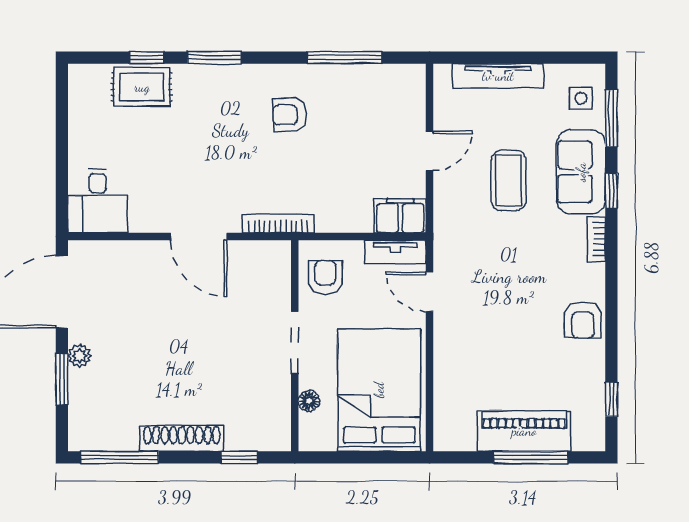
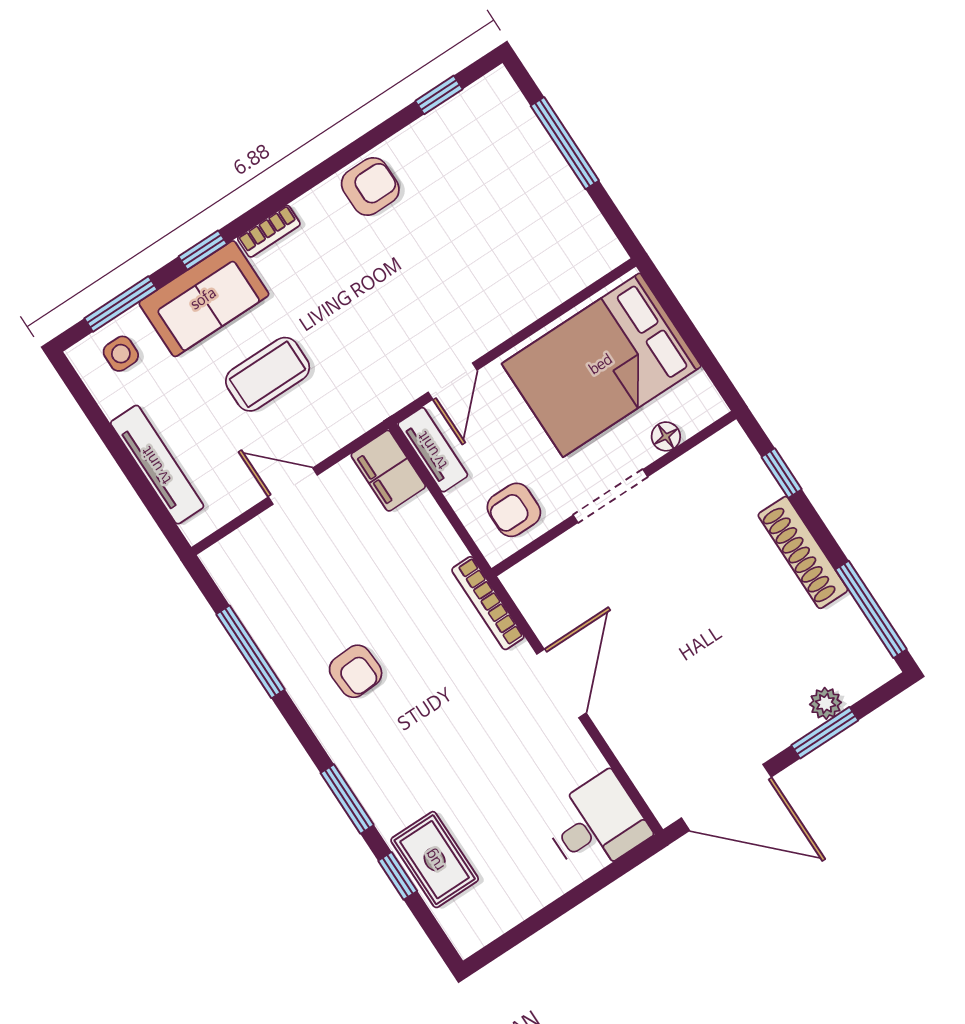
plant: (80, 356) -> (825, 703), moved
piano: (524, 431) -> (540, 170), removed

